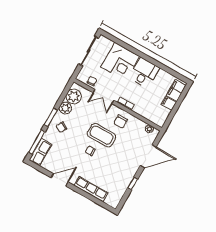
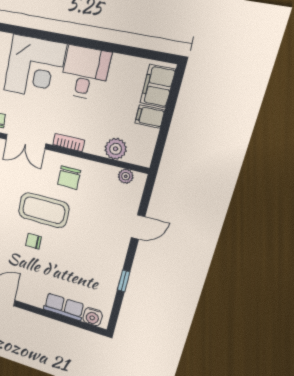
plant: (148, 114) -> (116, 149), added
door: (148, 156) -> (138, 227), width x0.53
row of seats: (91, 189) -> (64, 307), width x0.68
water cooler: (110, 200) -> (93, 317), added

